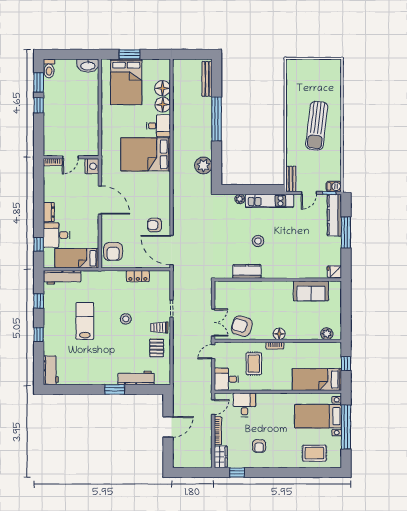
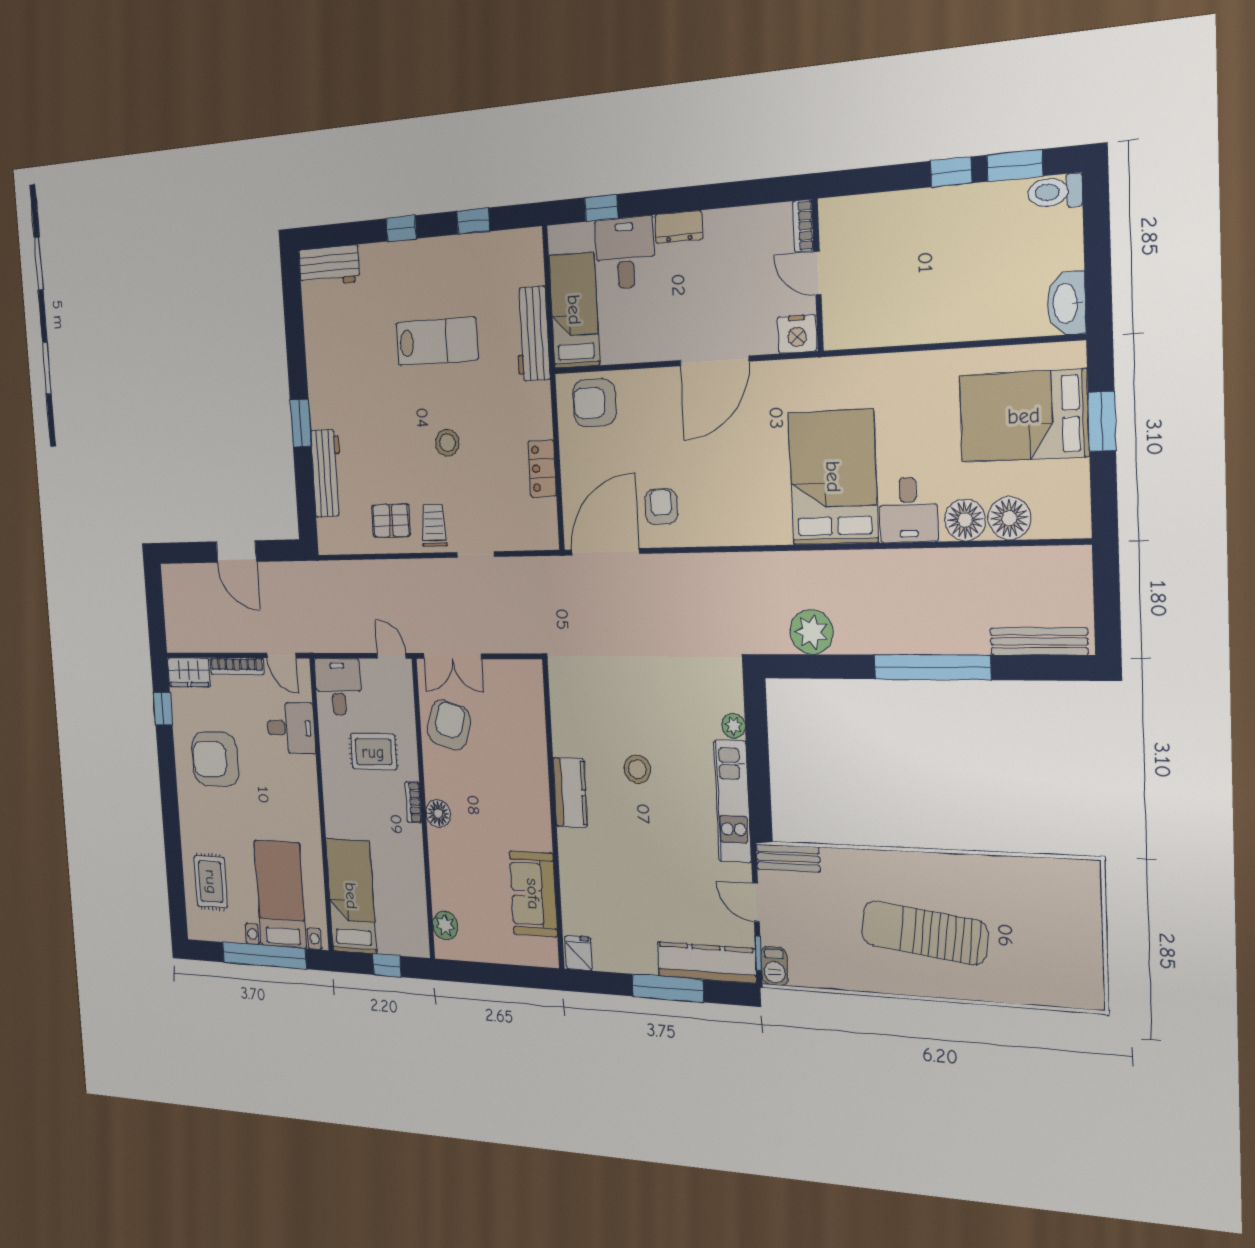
kitchen counter: (247, 271) -> (570, 792), moved
workbench: (62, 277) -> (532, 334), moved
armchair: (259, 446) -> (215, 759), width x1.88, depth x1.88

